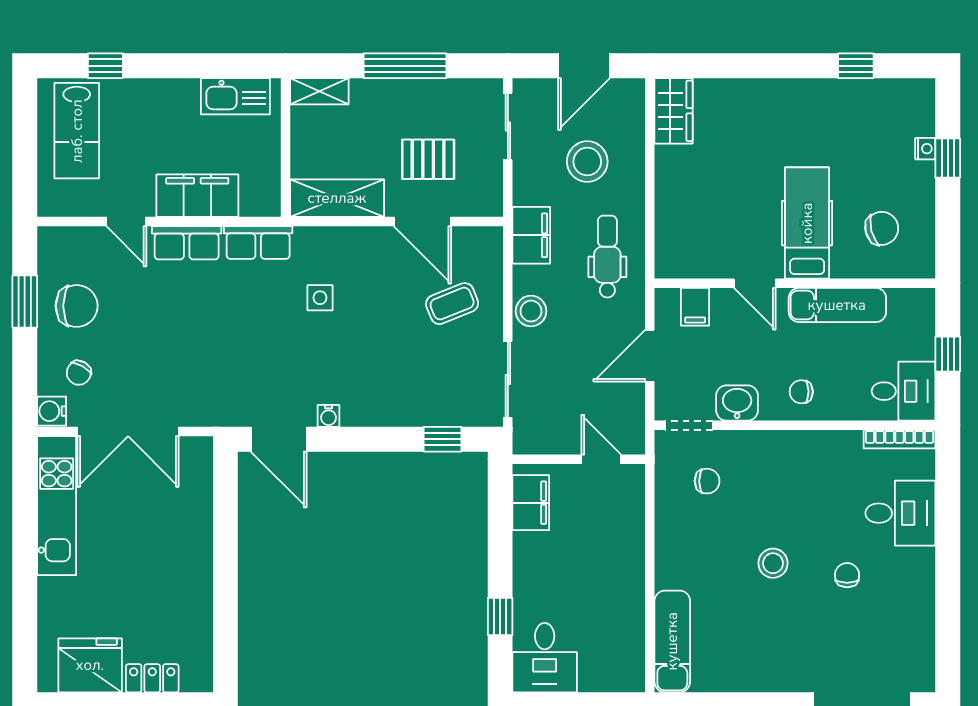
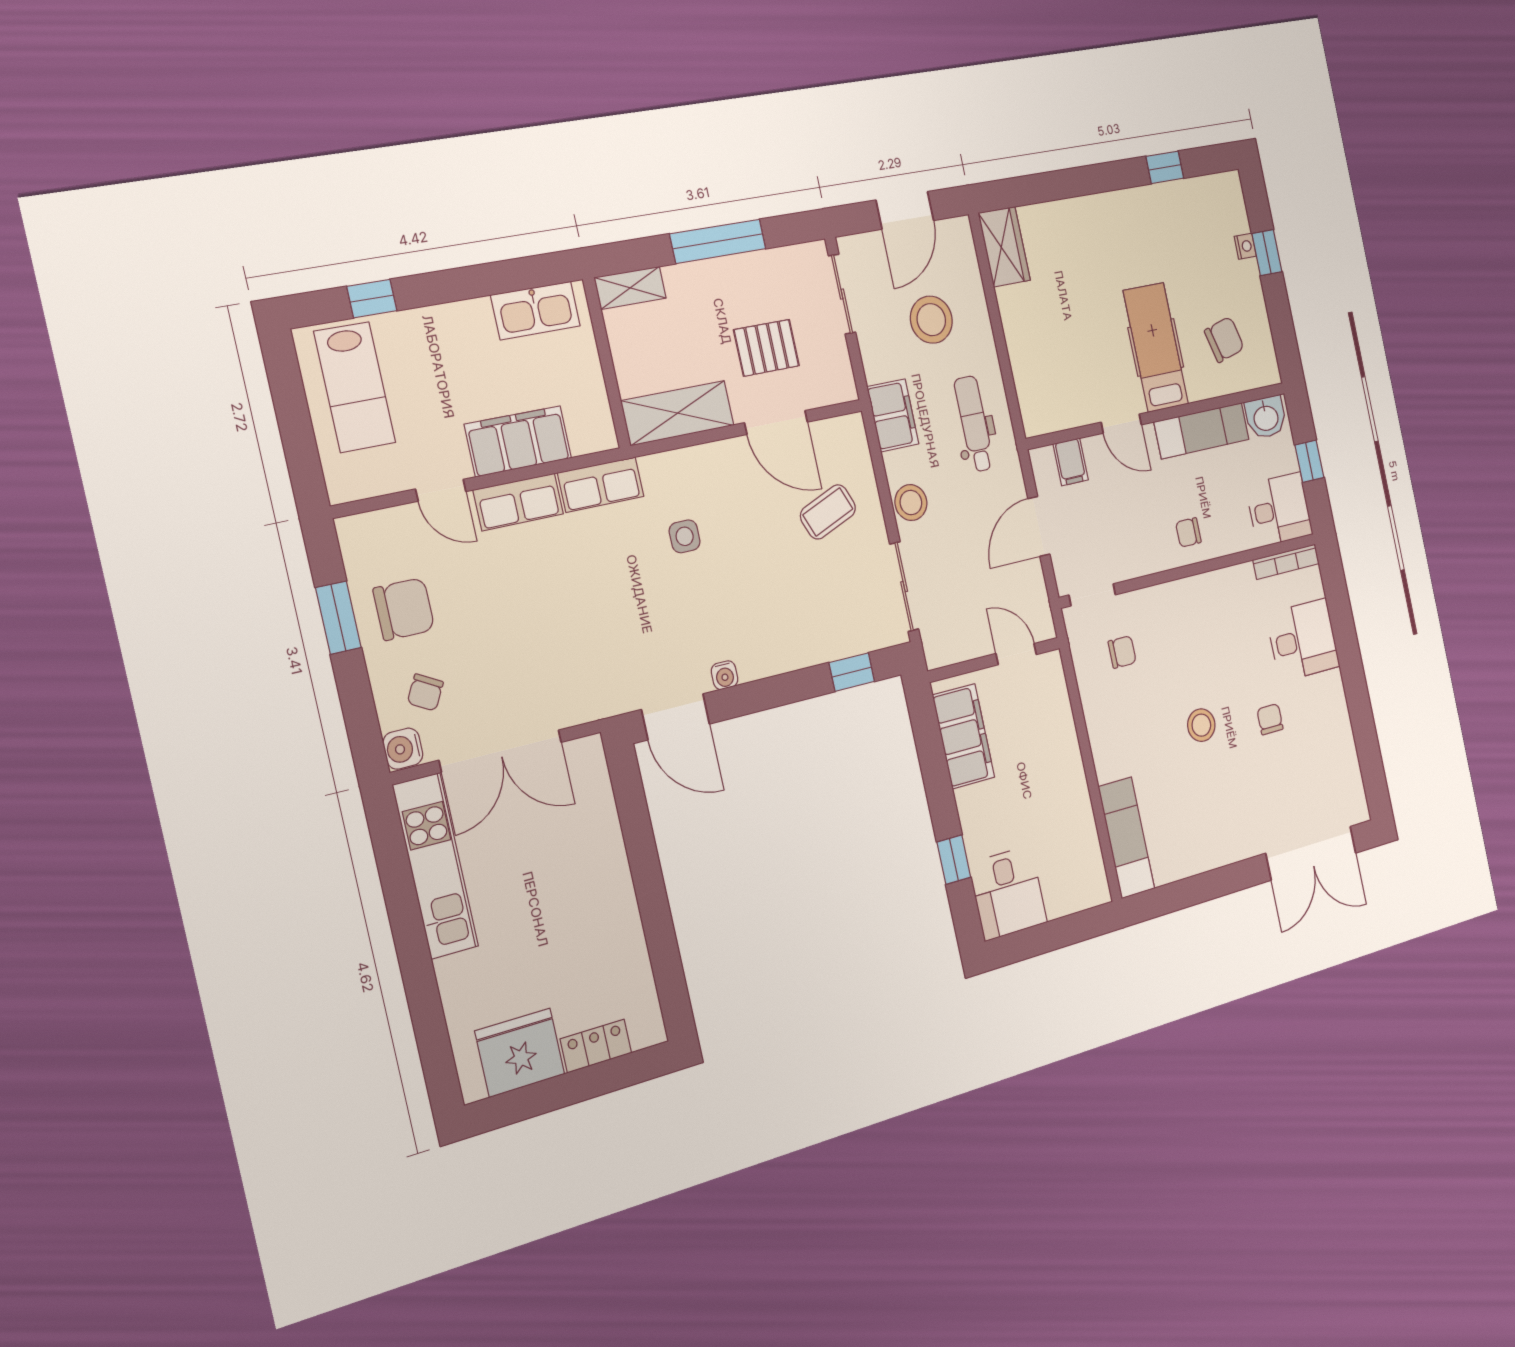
washbasin: (737, 403) -> (1266, 417), moved, turned 180
filing cabinet: (531, 503) -> (964, 736), width x1.50, depth x1.17

